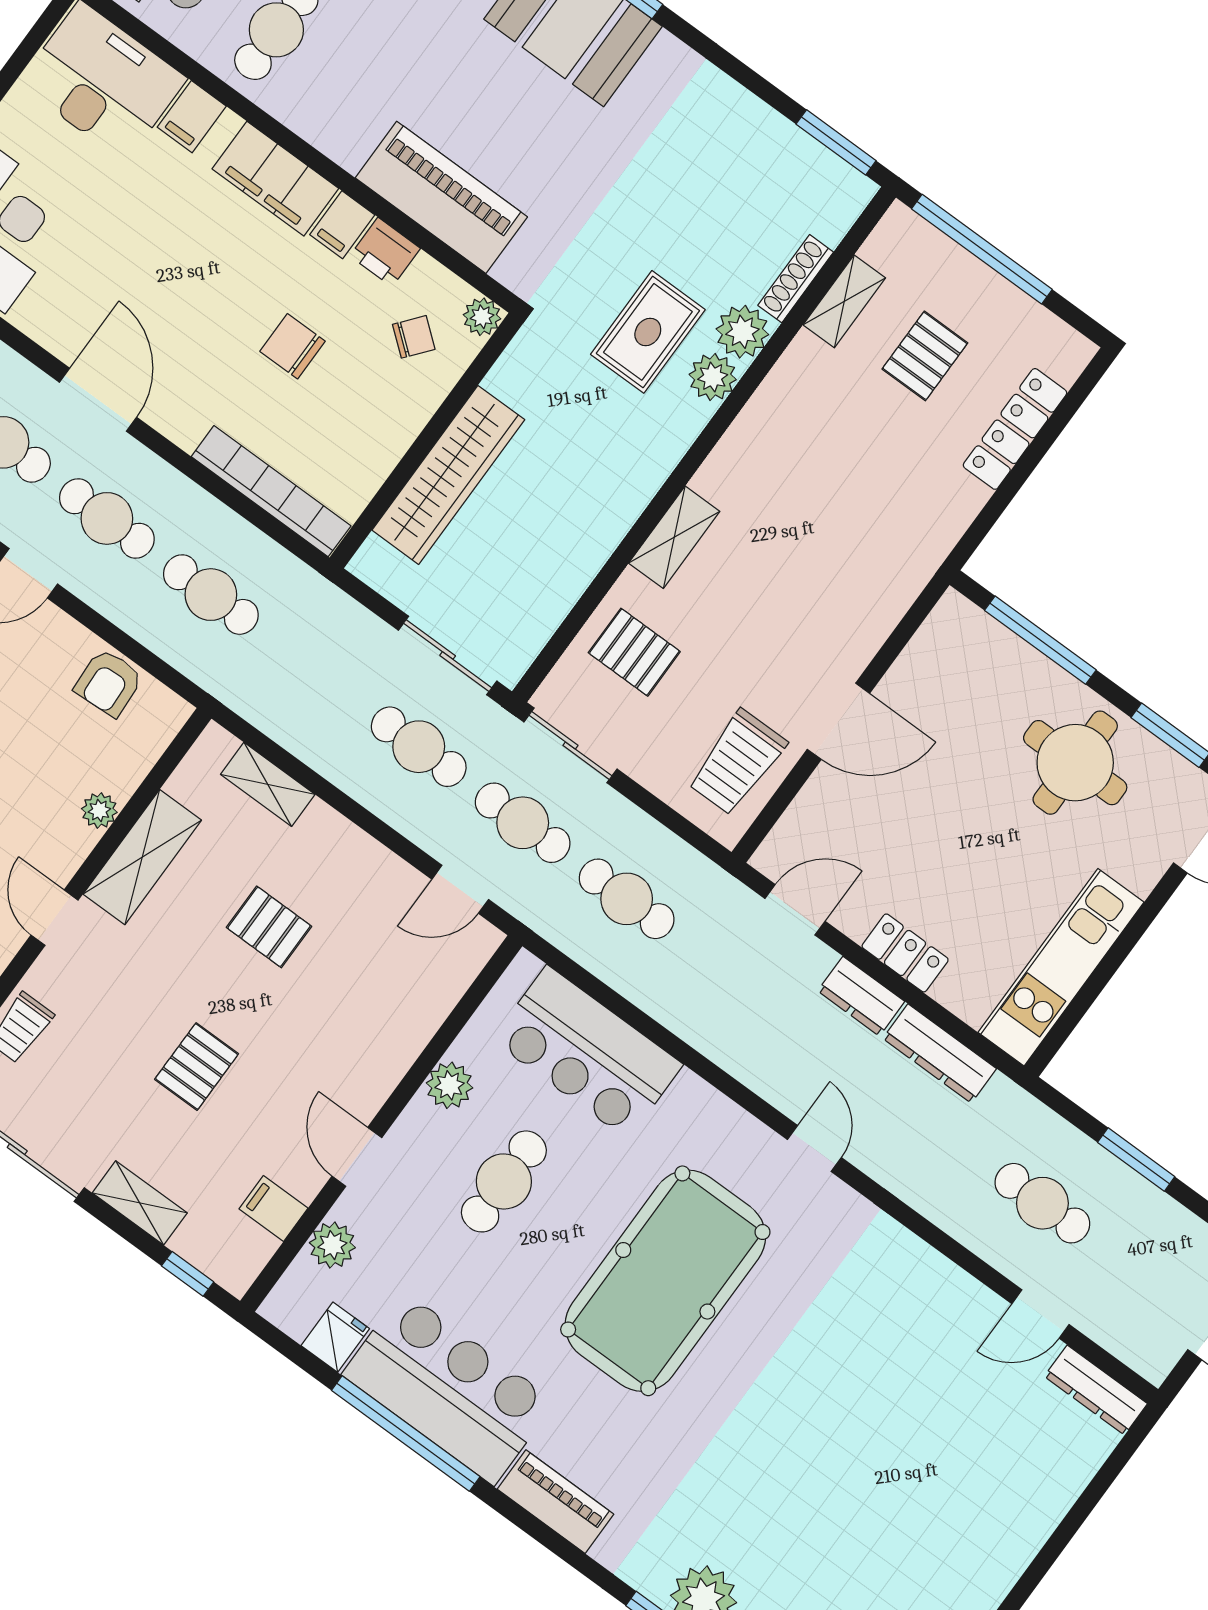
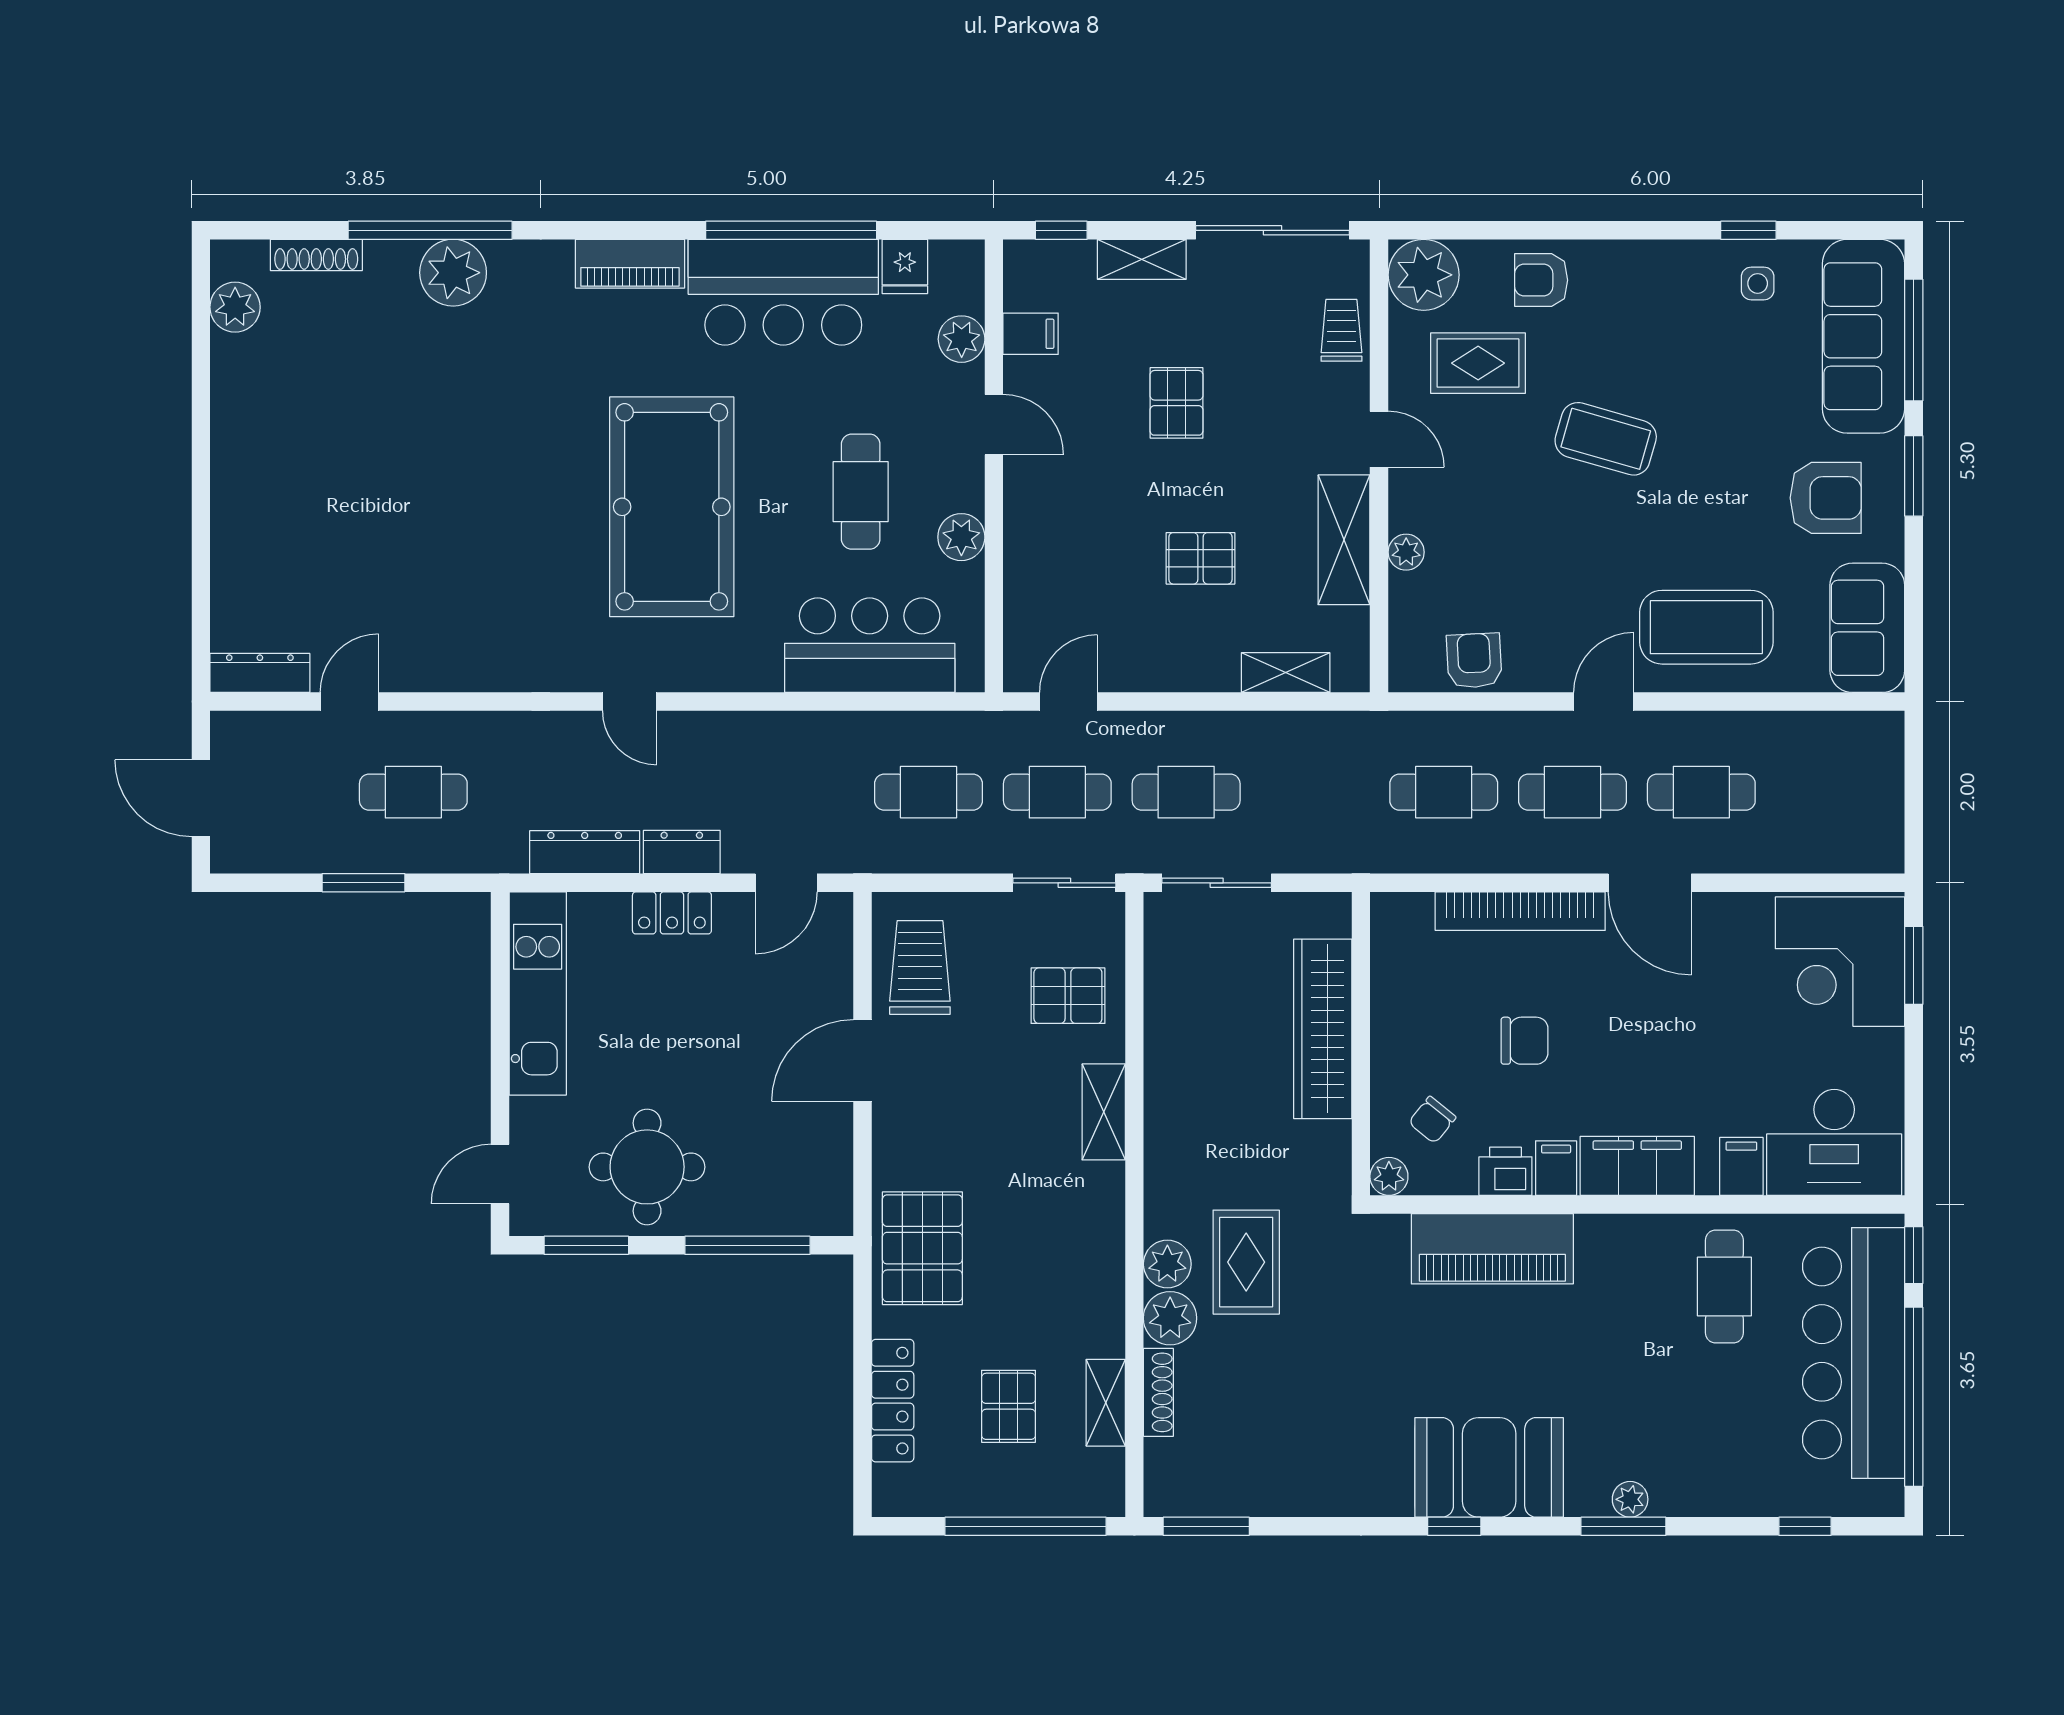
bookcase: (271, 491) -> (1520, 911), moved
pallet: (901, 534) -> (922, 1248), added

